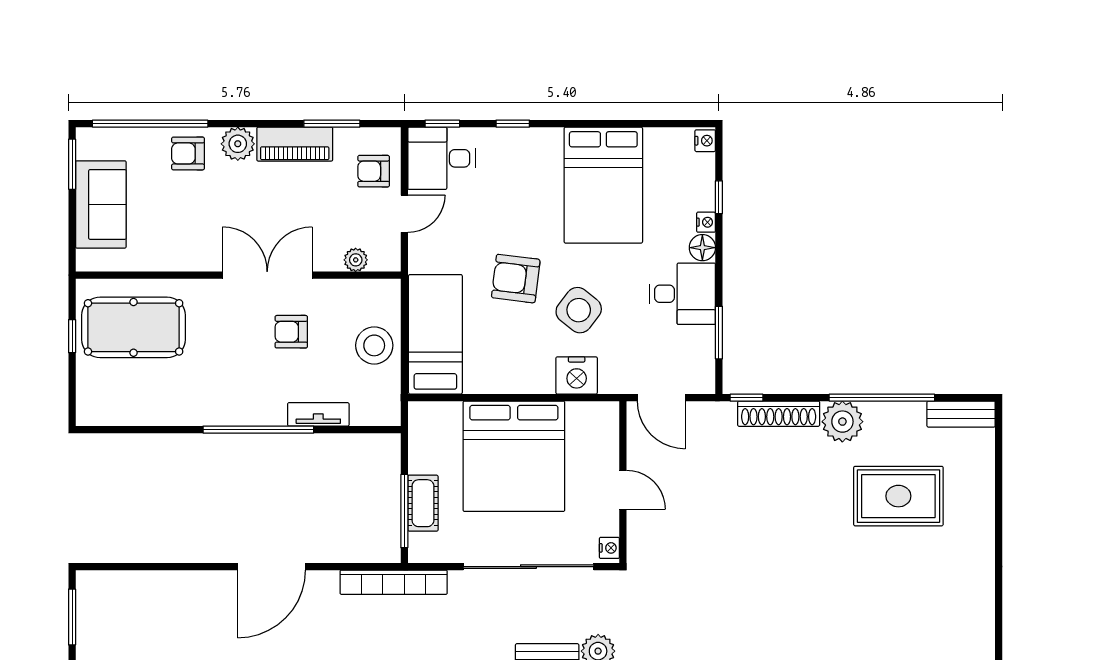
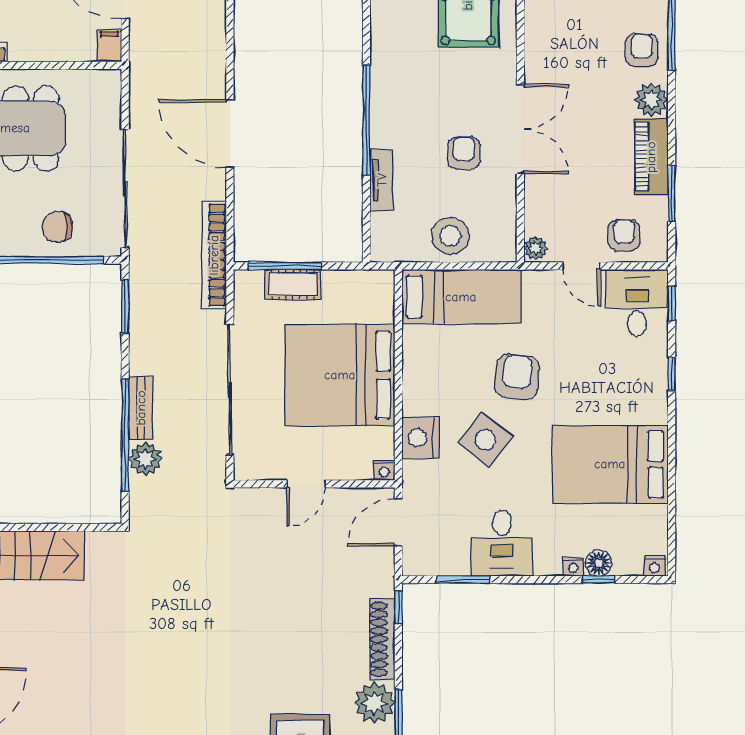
floor lamp: (702, 248) -> (599, 563), moved
plant: (356, 260) -> (536, 248), moved
nightstand: (609, 548) -> (384, 470), moved

